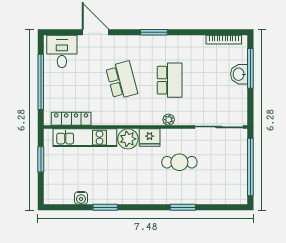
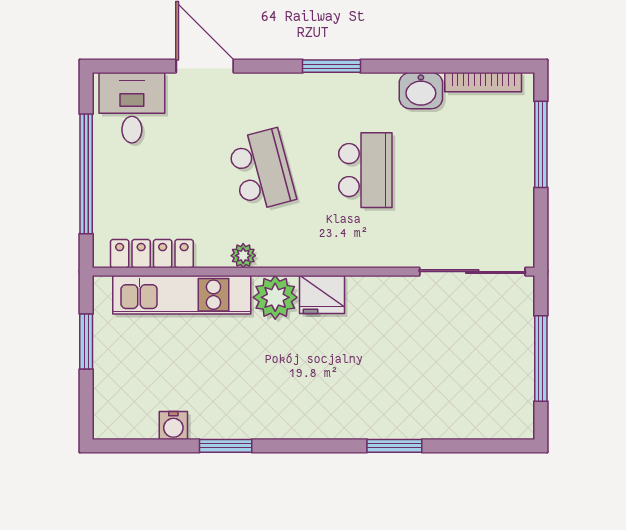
washbasin: (239, 74) -> (421, 91), moved, turned -90
plant: (169, 120) -> (243, 256), moved
cafe table: (179, 162) -> (387, 348), removed
window: (250, 167) -> (541, 359), width x0.68

